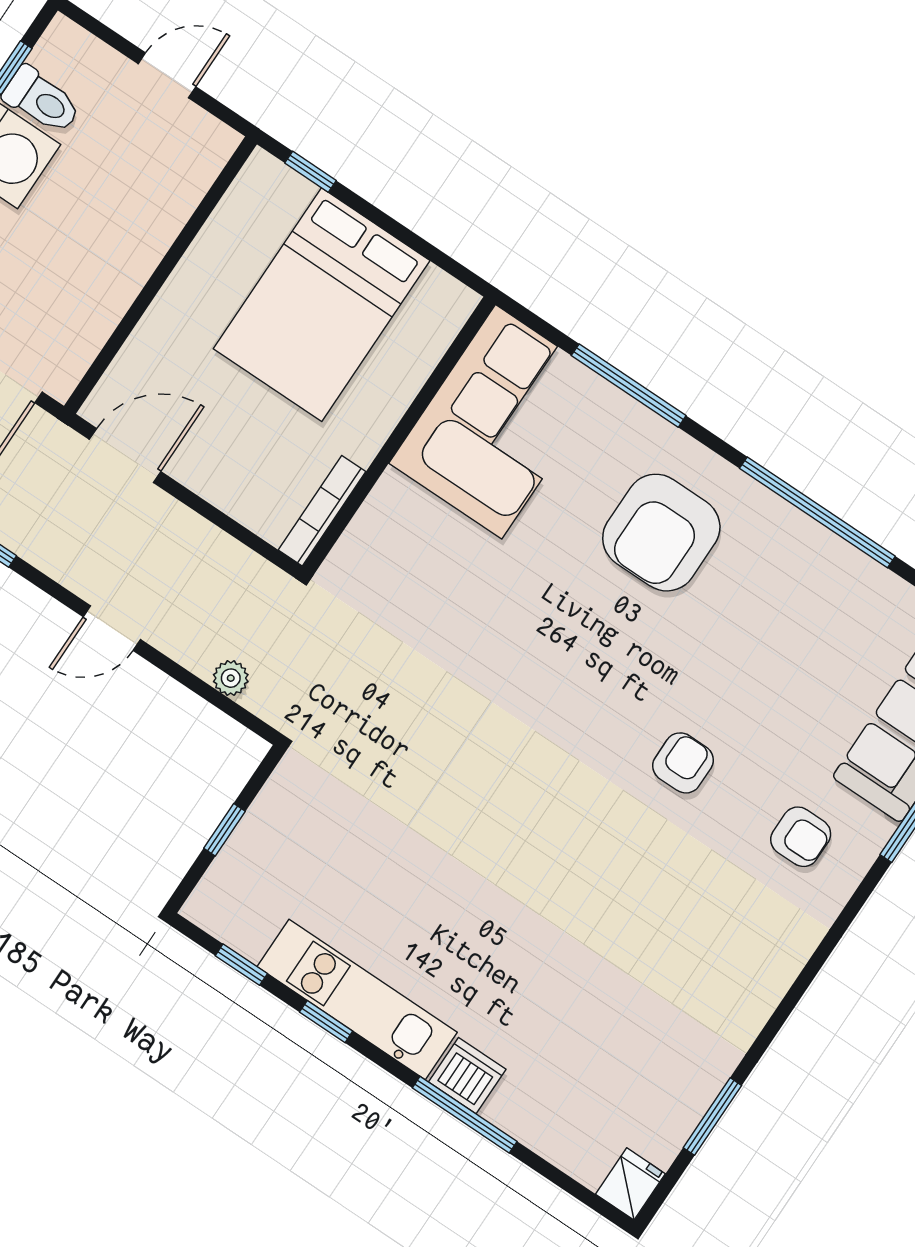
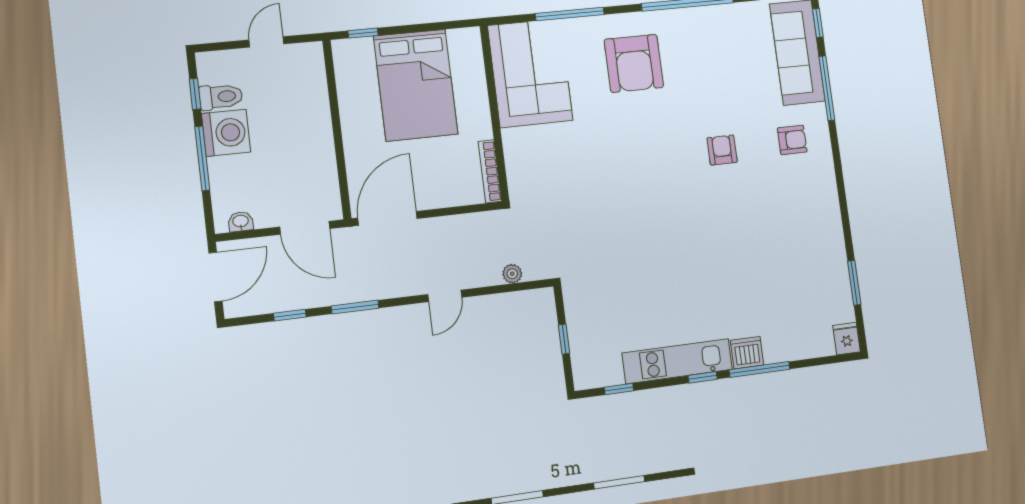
door: (125, 455) -> (388, 218), width x1.36
window: (326, 1022) -> (703, 377), moved

